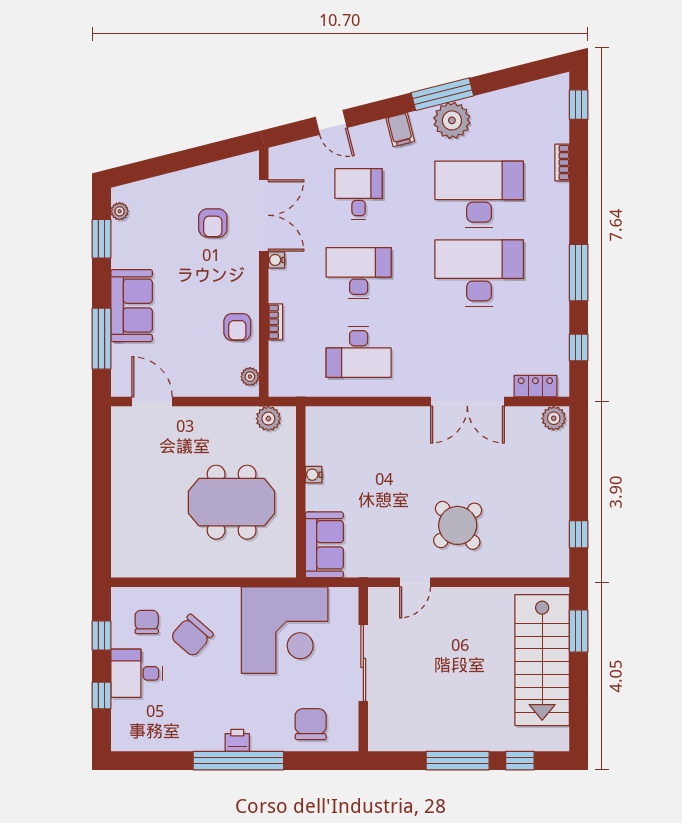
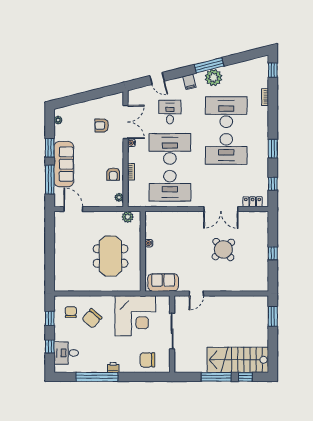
armchair: (213, 223) -> (102, 125), turned 90
window: (102, 239) -> (50, 148), moved
desk: (359, 273) -> (170, 149), width x1.36, depth x1.30
desk: (479, 273) -> (226, 149), turned 180
window: (579, 273) -> (273, 149), width x0.69
sofa: (132, 306) -> (64, 164), width x1.36
desk: (359, 352) -> (170, 186), width x1.36, depth x1.30
plant: (554, 418) -> (261, 217), removed
meeting table: (232, 502) -> (111, 256), turned 90
round table: (458, 525) -> (223, 249), moved
window: (579, 534) -> (273, 253), moved
sofa: (324, 545) -> (163, 282), moved, turned -90
stairs: (542, 660) -> (238, 360), moved, turned 90
desk: (137, 673) -> (66, 353), moved
chair: (311, 724) -> (147, 360), turned -90
window: (238, 761) -> (97, 377), moved

